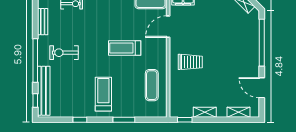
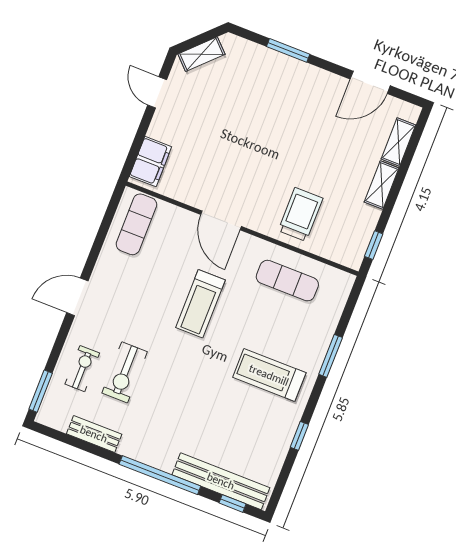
door: (168, 27) -> (221, 220), moved
window: (262, 43) -> (288, 50), width x0.47
exercise bike: (64, 53) -> (125, 372), moved
trolley: (190, 62) -> (301, 214), moved
shelving: (205, 112) -> (382, 185), moved

